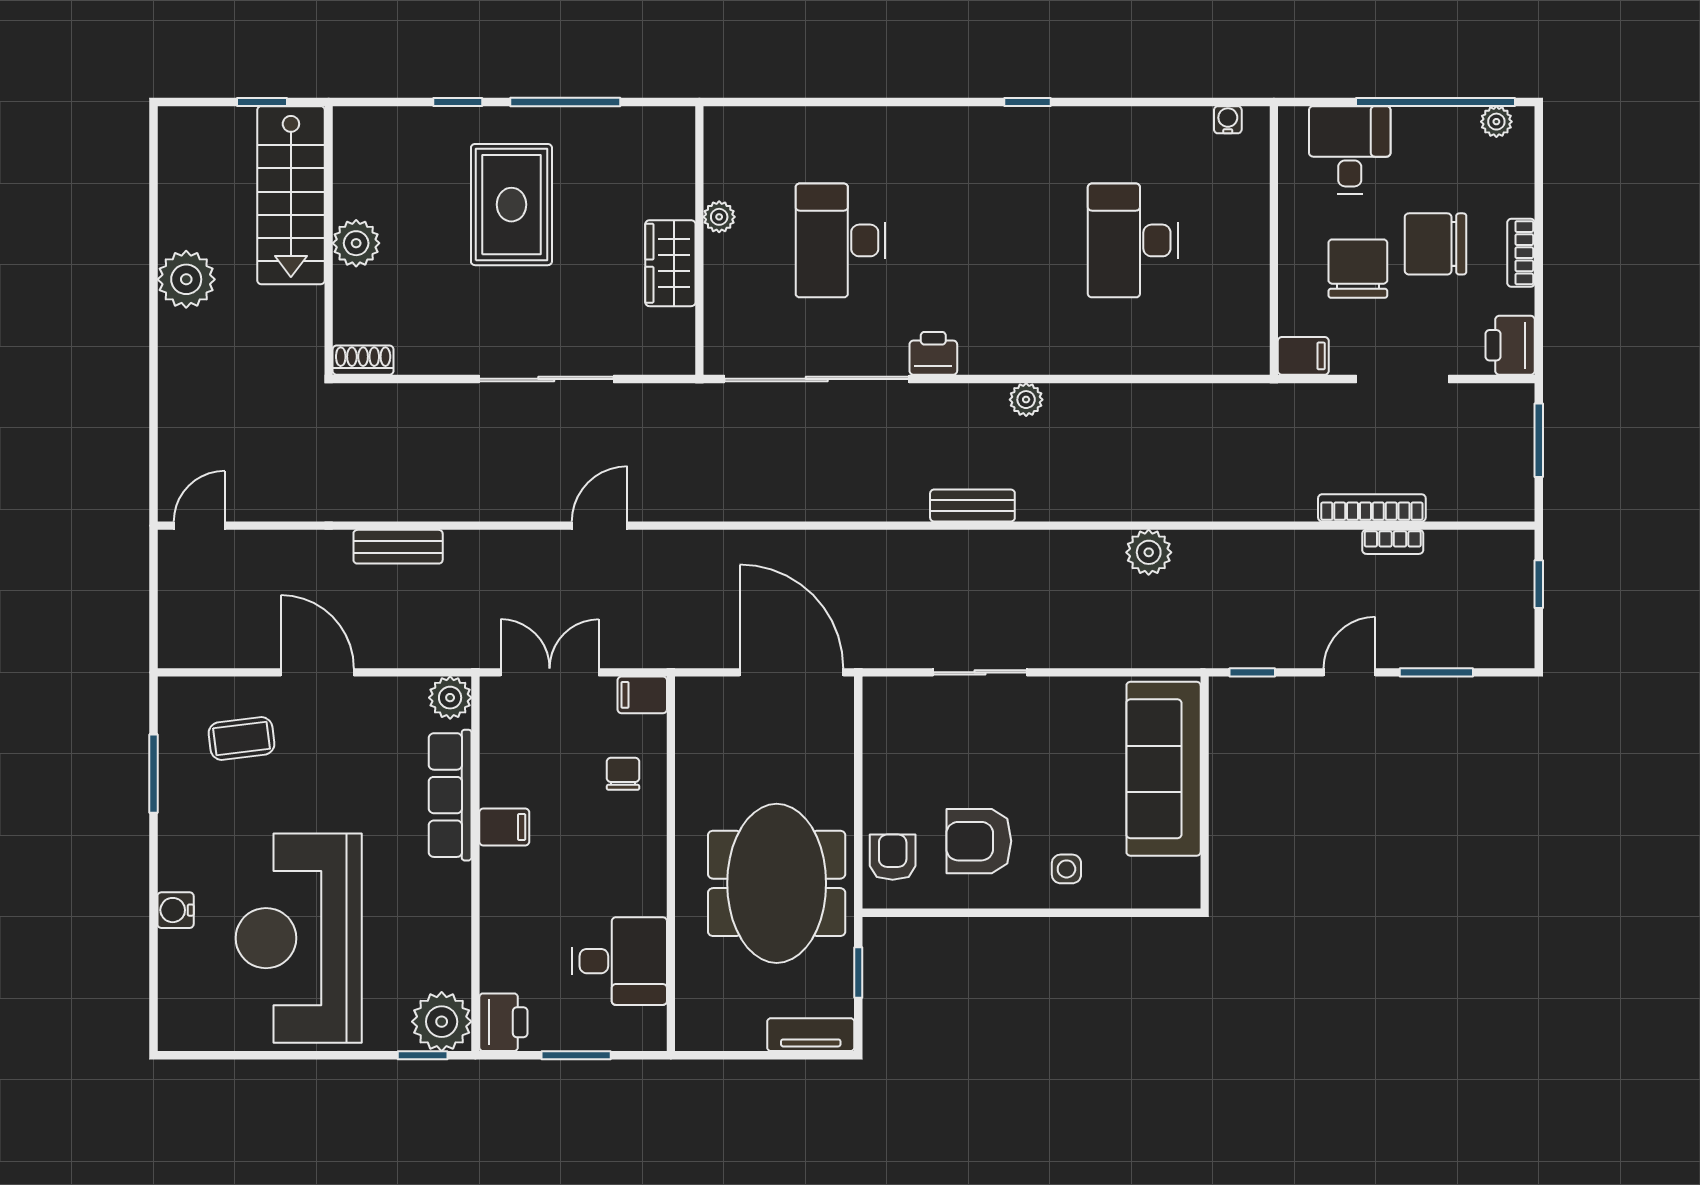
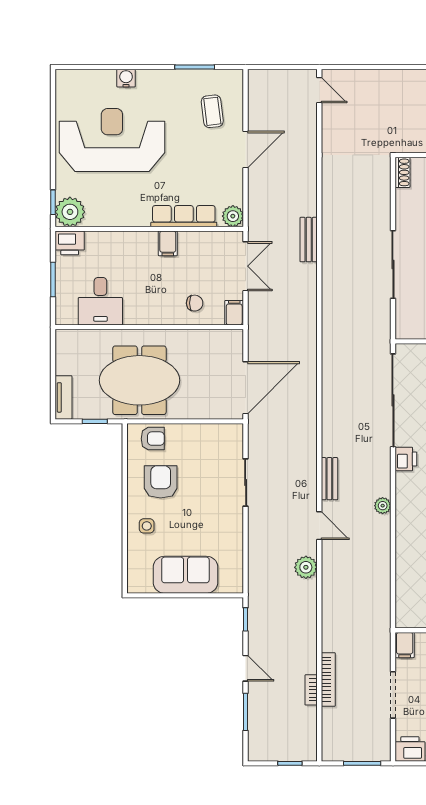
door: (600, 526) -> (319, 526), moved
bench: (398, 547) -> (309, 240), moved
sofa: (1164, 769) -> (185, 575), width x0.73

